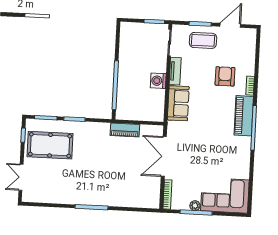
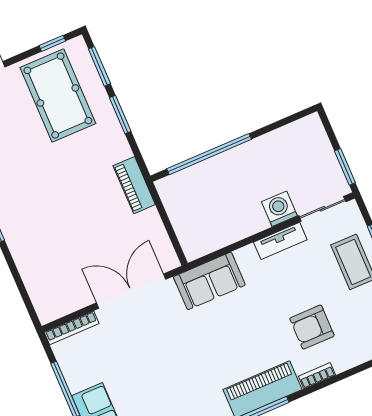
armchair: (225, 76) -> (312, 327), turned 180
washing machine: (158, 81) -> (279, 209), moved
sofa: (178, 103) -> (209, 281), moved
piano: (125, 130) -> (134, 185), moved
plant: (195, 206) -> (76, 382), removed

